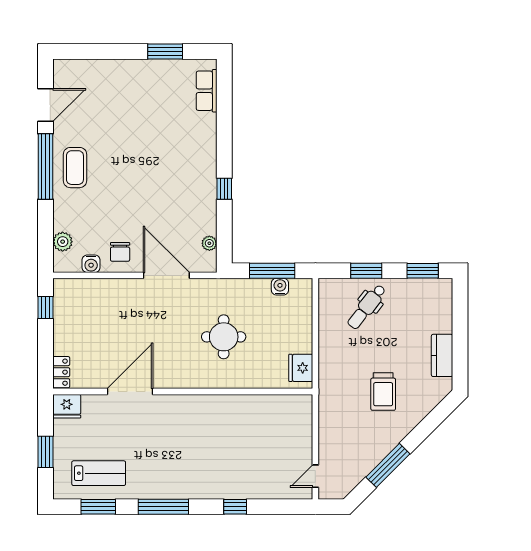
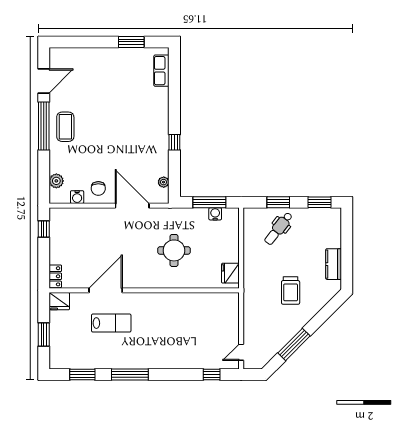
lab bench: (99, 473) -> (111, 323), moved
window: (235, 507) -> (212, 375), moved

